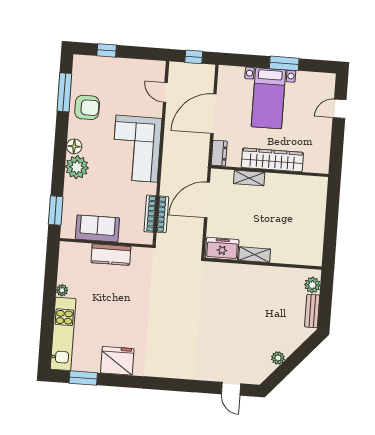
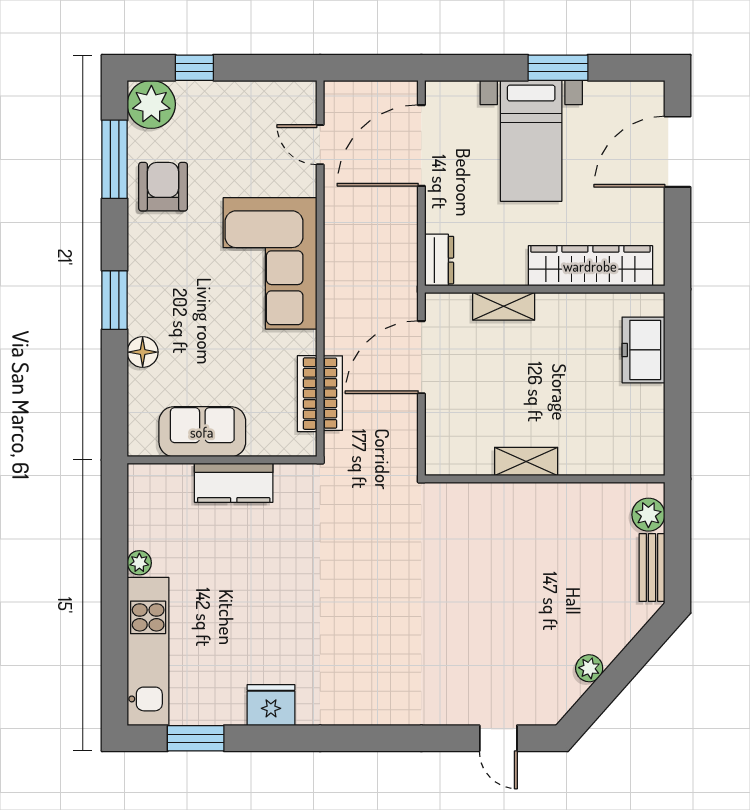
window: (194, 57) -> (373, 68), removed
armchair: (87, 107) -> (163, 187), turned -90
door: (340, 109) -> (678, 152), width x1.88
door: (213, 114) -> (421, 146), moved
floor lamp: (74, 146) -> (143, 352), moved
wardrobe: (272, 160) -> (590, 266), moved
plant: (77, 167) -> (151, 104), moved
window: (56, 210) -> (115, 300), moved
freezer: (222, 249) -> (643, 350), moved, turned -90
fridge: (117, 361) -> (271, 705), width x0.73, depth x0.75

